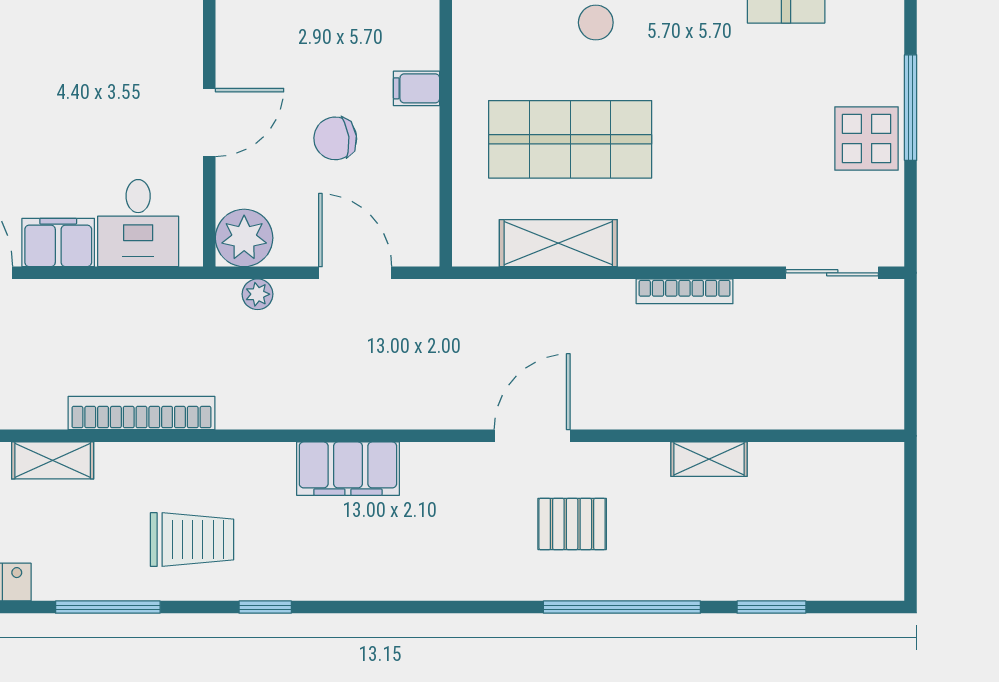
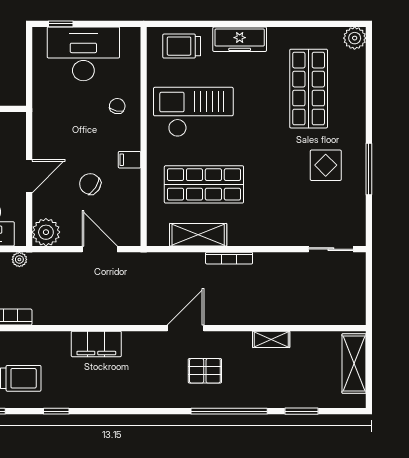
chair: (335, 138) -> (90, 184), turned 40
display table: (867, 138) -> (326, 165), moved
bookcase: (685, 291) -> (229, 258), moved
plant: (258, 294) -> (19, 259), moved
shelving: (880, 509) -> (354, 364), added

